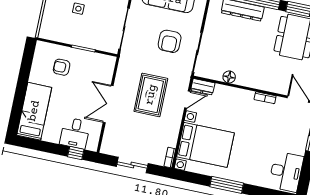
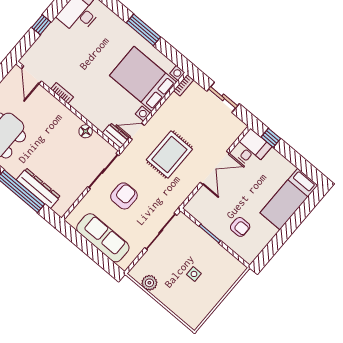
desk: (75, 133) -> (251, 149), moved

